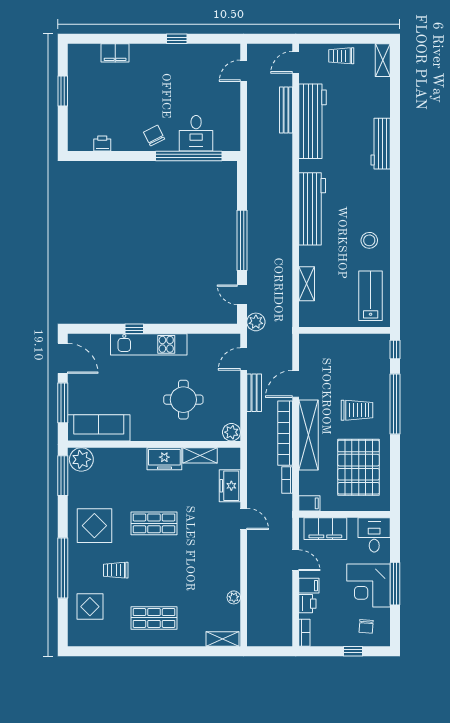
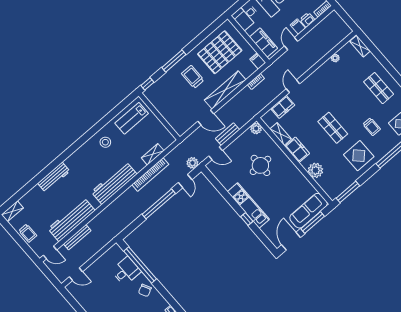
window: (395, 404) -> (174, 61), width x0.68
sofa: (99, 428) -> (309, 211), moved, turned 90
bookcase: (285, 433) -> (150, 175), moved
plant: (81, 459) -> (315, 170), moved

